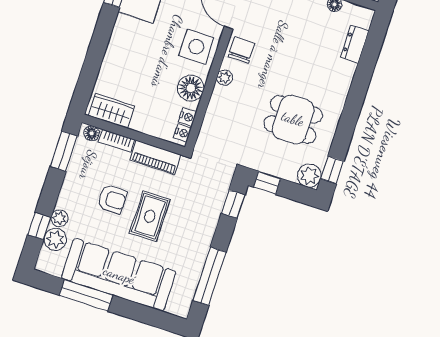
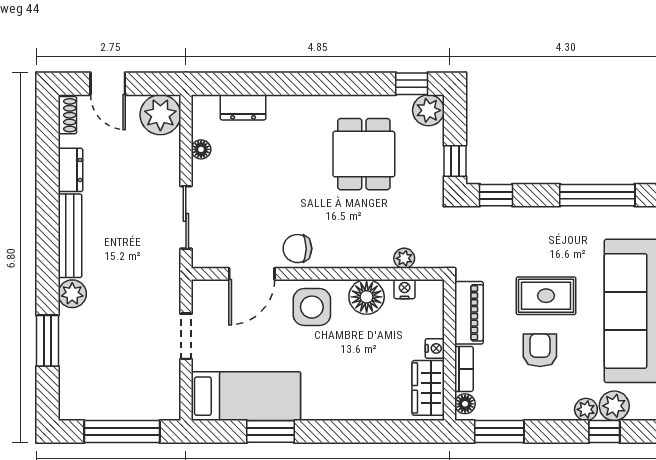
plant: (225, 78) -> (404, 258), moved
nightstand: (183, 133) -> (435, 348), moved, turned 90

